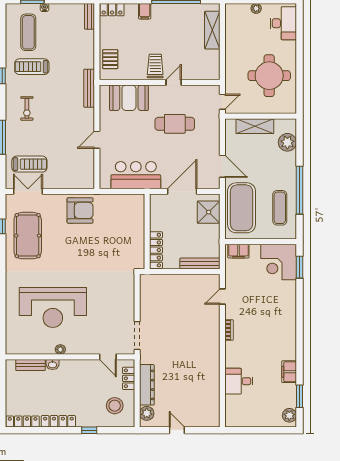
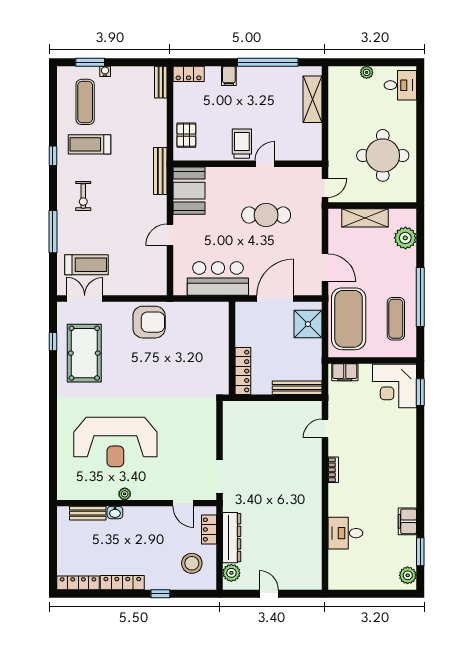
desk: (283, 23) -> (400, 85), width x0.73
booth: (129, 98) -> (189, 191), moved, turned 90

